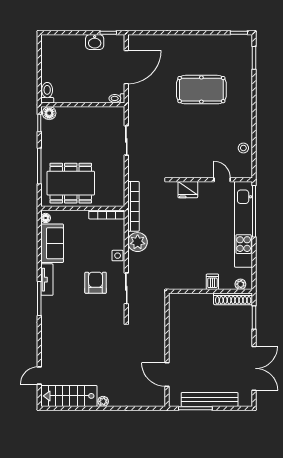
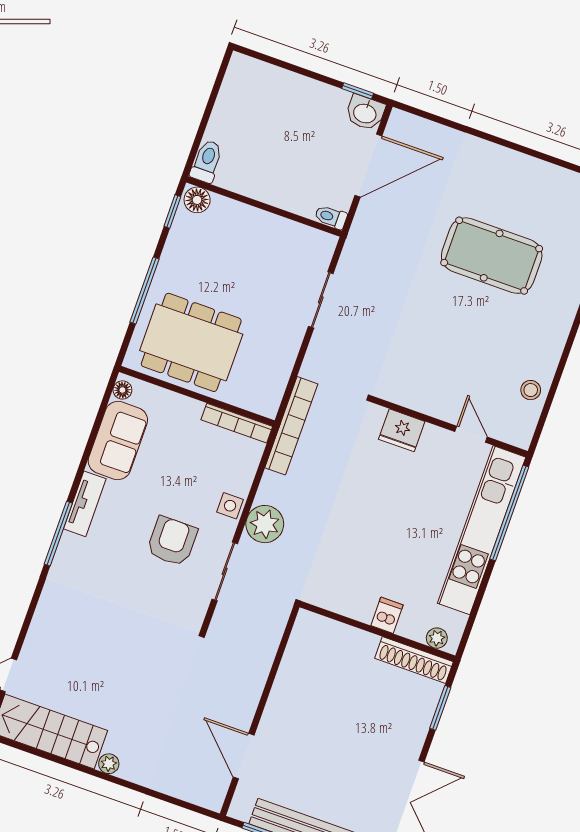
washbasin: (95, 42) -> (365, 113), moved
plant: (138, 242) -> (265, 524), moved

